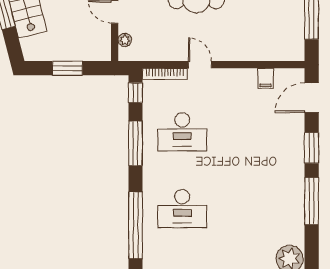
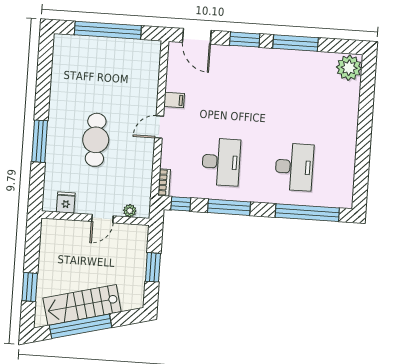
door: (200, 65) -> (159, 127), moved
bookcase: (165, 74) -> (164, 183), width x0.64
filing cabinet: (266, 78) -> (174, 100), moved

